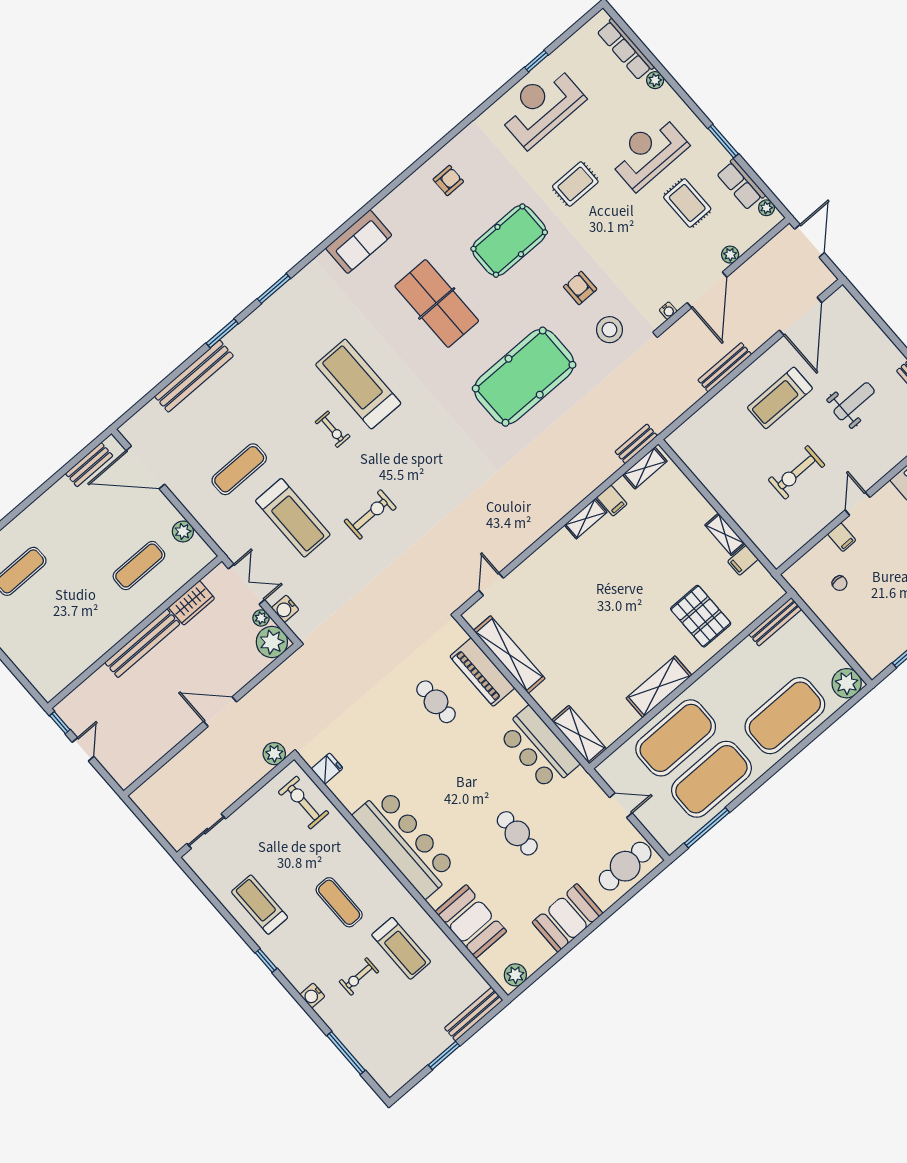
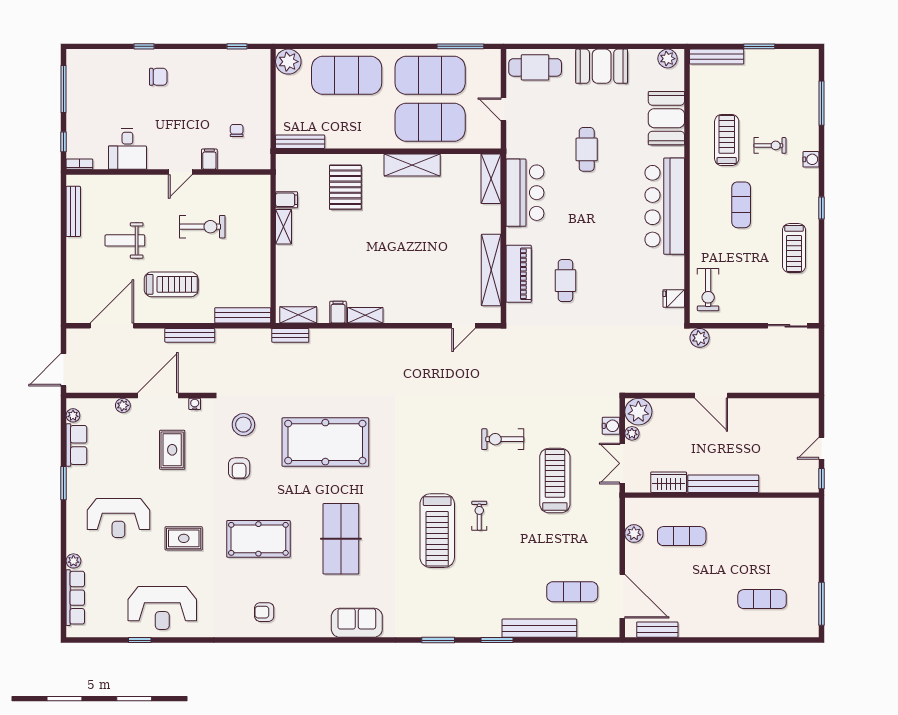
rug: (687, 203) -> (172, 450), moved
bench: (693, 425) -> (243, 315), added
exercise mat: (239, 469) -> (572, 592), moved

